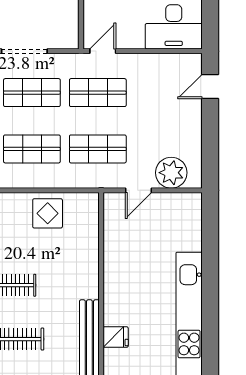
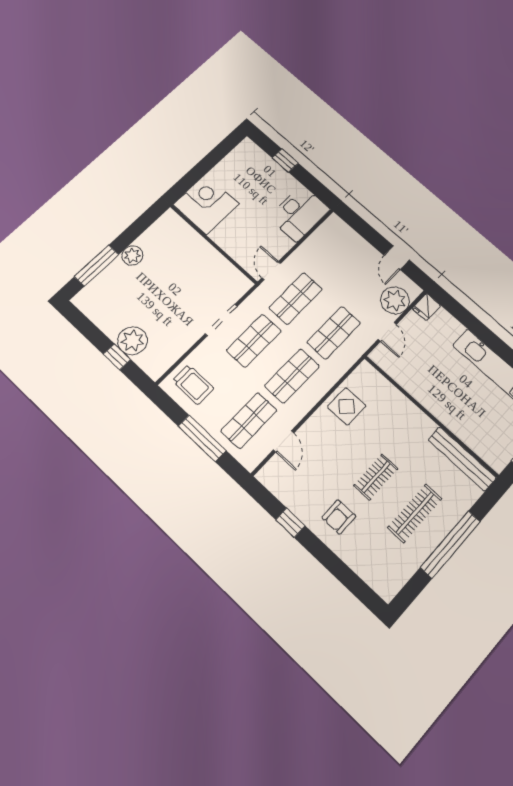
door: (210, 87) -> (397, 258), moved
fridge: (116, 337) -> (426, 307), moved, turned 180

